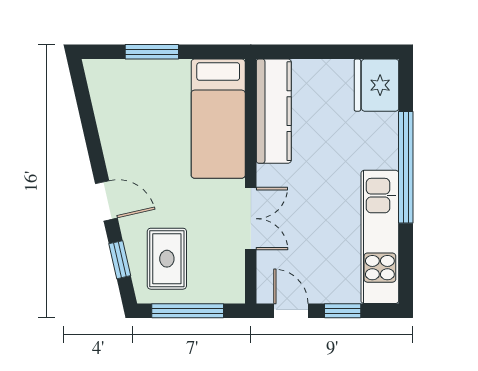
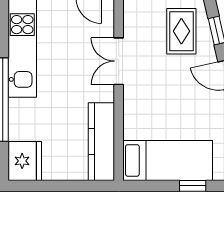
window: (152, 52) -> (193, 186), width x0.67
bed: (218, 119) -> (168, 160), moved, turned 90

